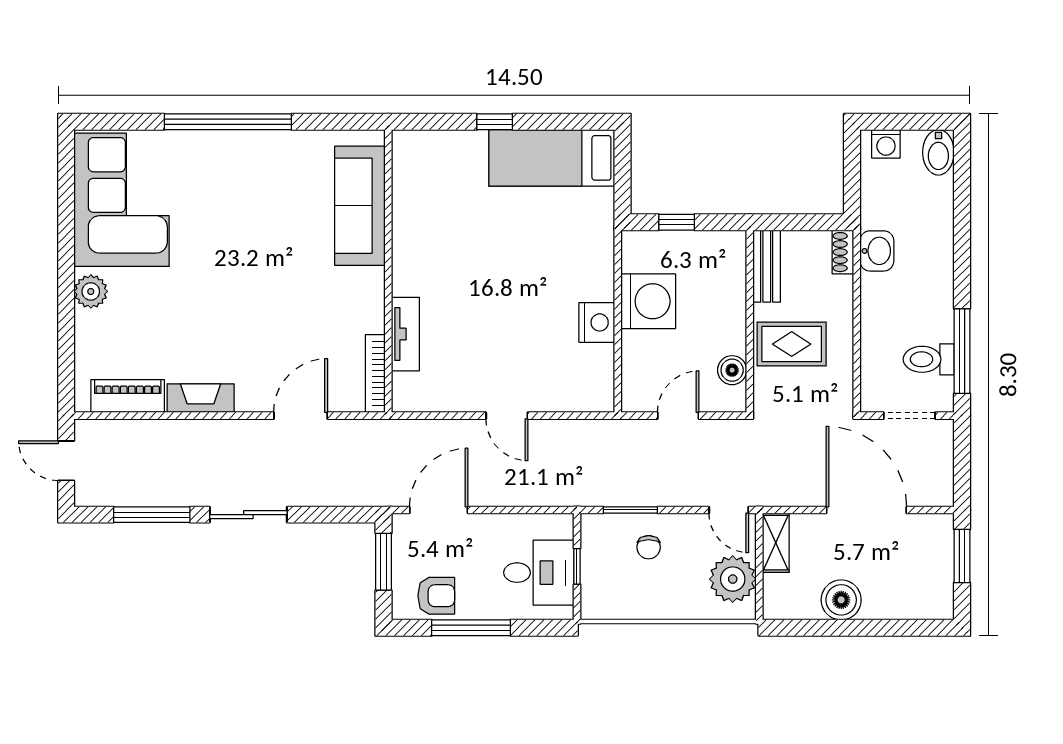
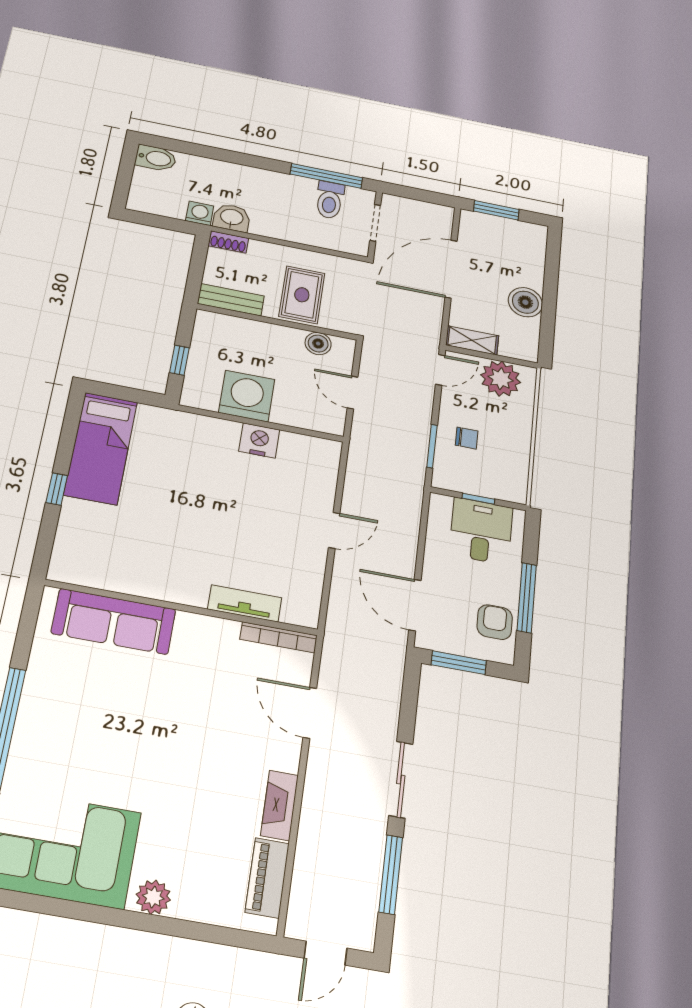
washing machine: (886, 144) -> (200, 213), moved, turned -90

